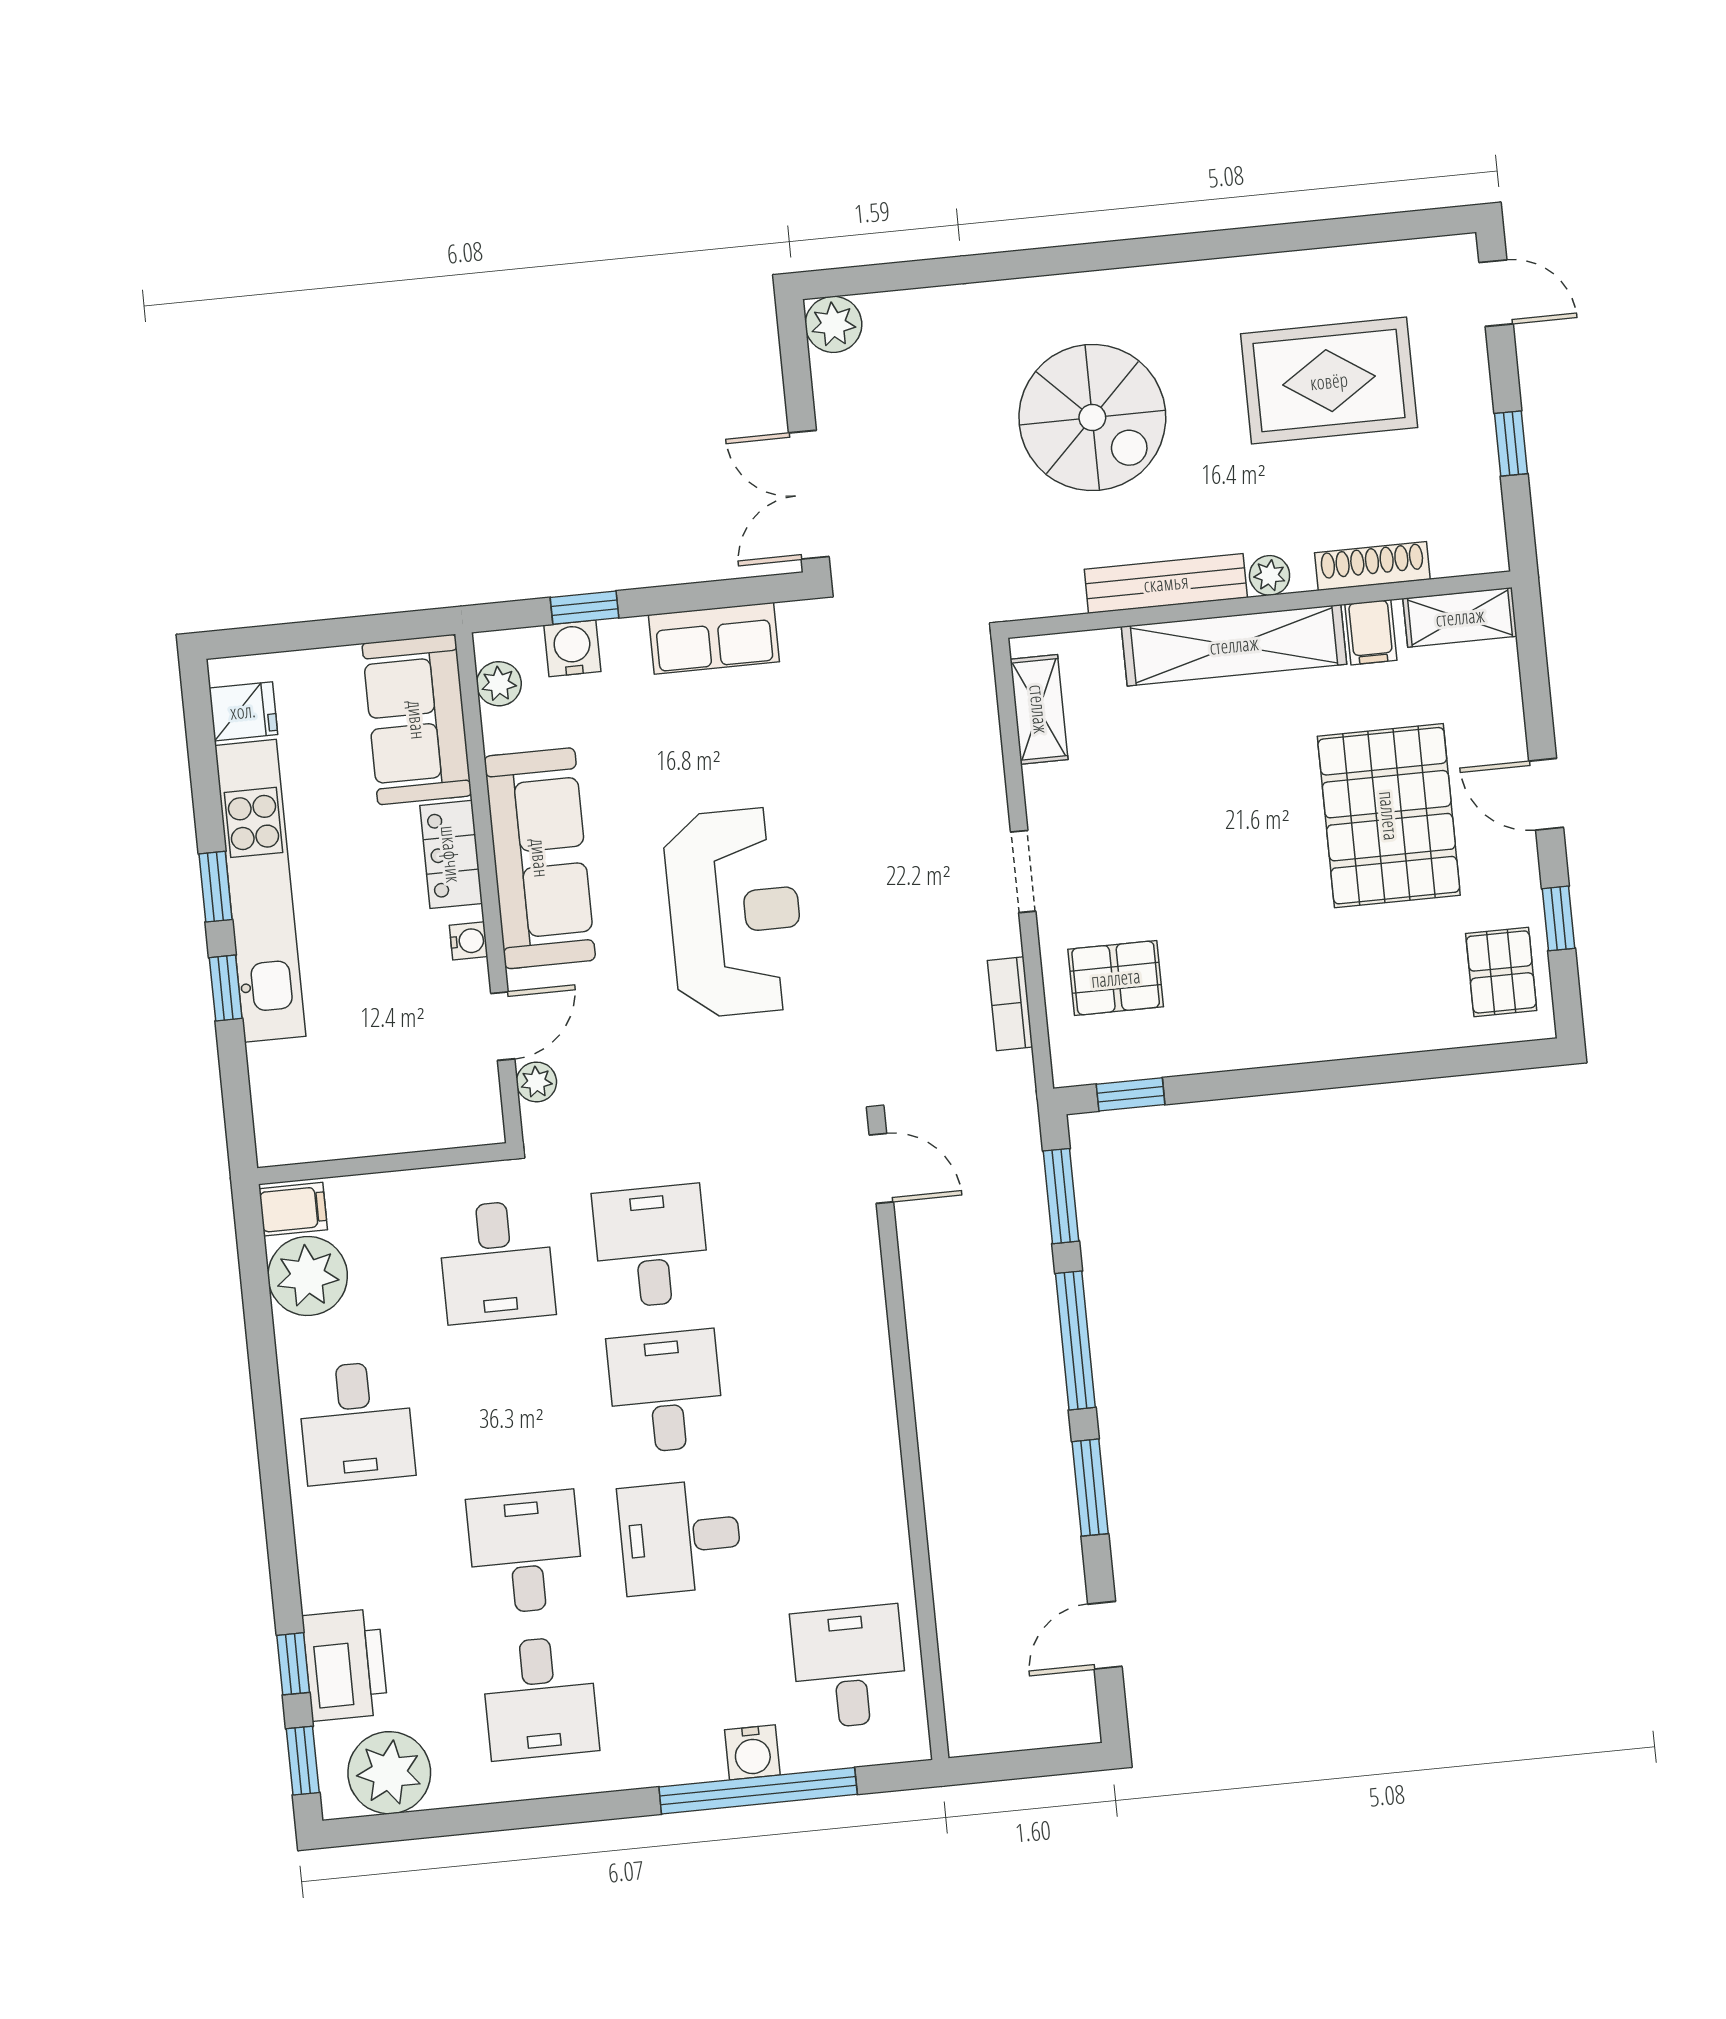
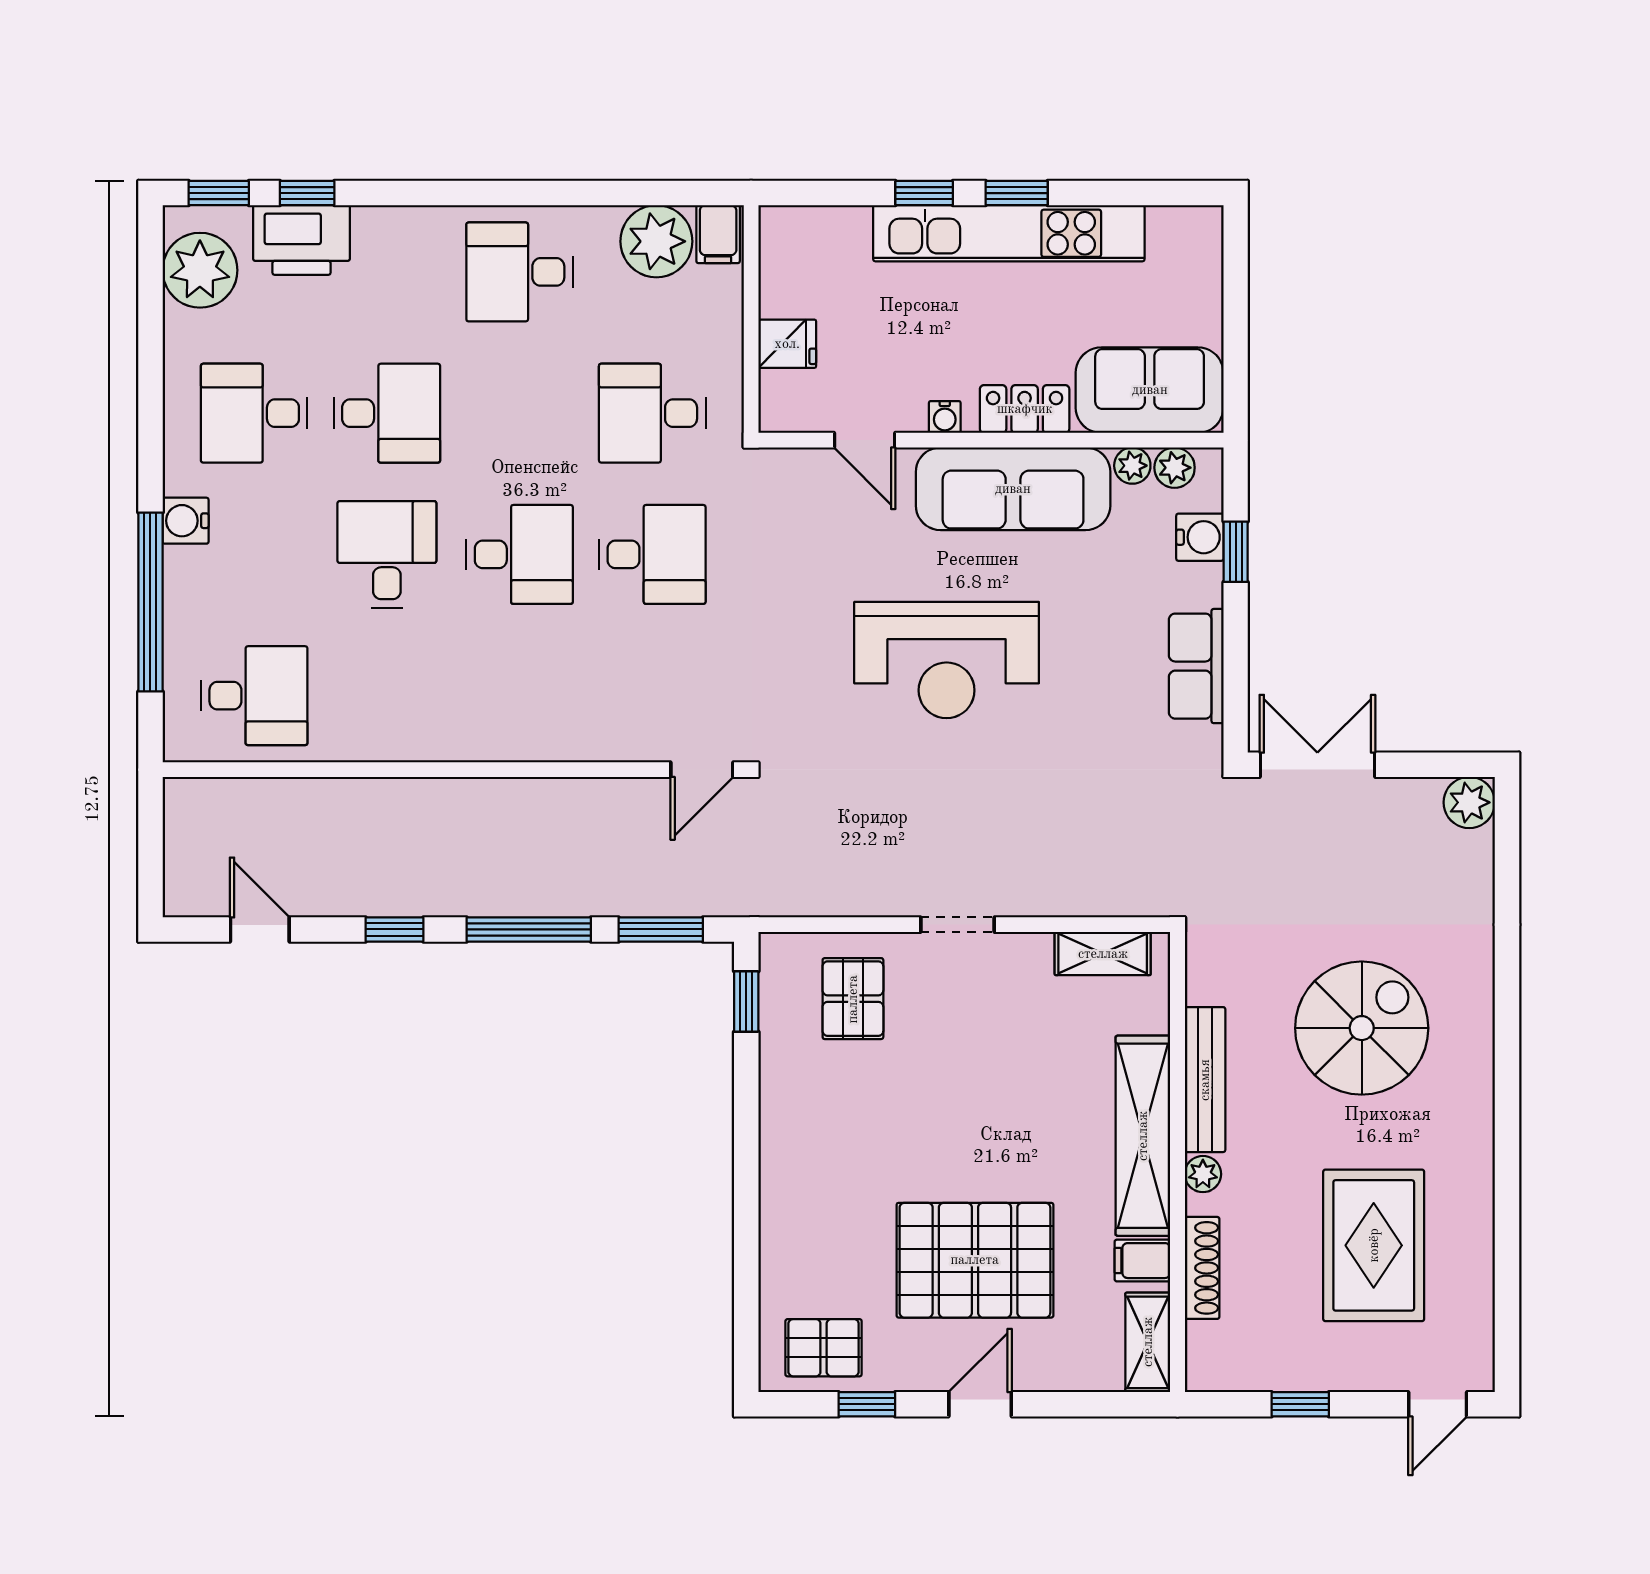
spiral stairs: (1092, 418) -> (1362, 1028), turned 180
fridge: (243, 711) -> (787, 344), moved, turned -90
bookcase: (1010, 1004) -> (839, 901), removed
plant: (536, 1082) -> (1132, 466), moved
window: (1090, 1488) -> (395, 929), width x0.67
water cooler: (752, 1752) -> (186, 521), moved

